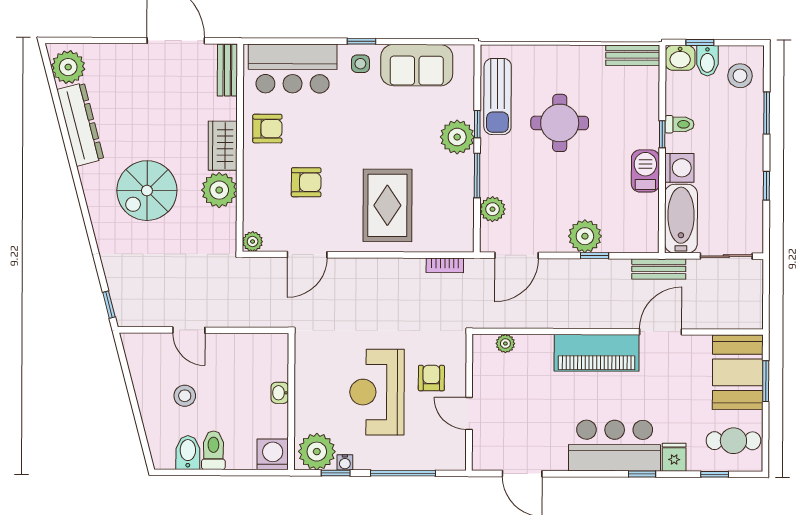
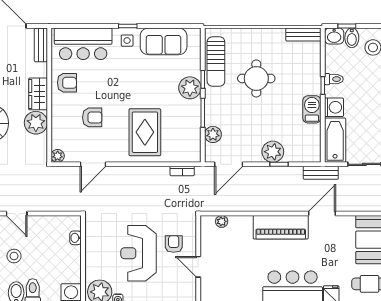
washbasin: (280, 393) -> (76, 238), moved

